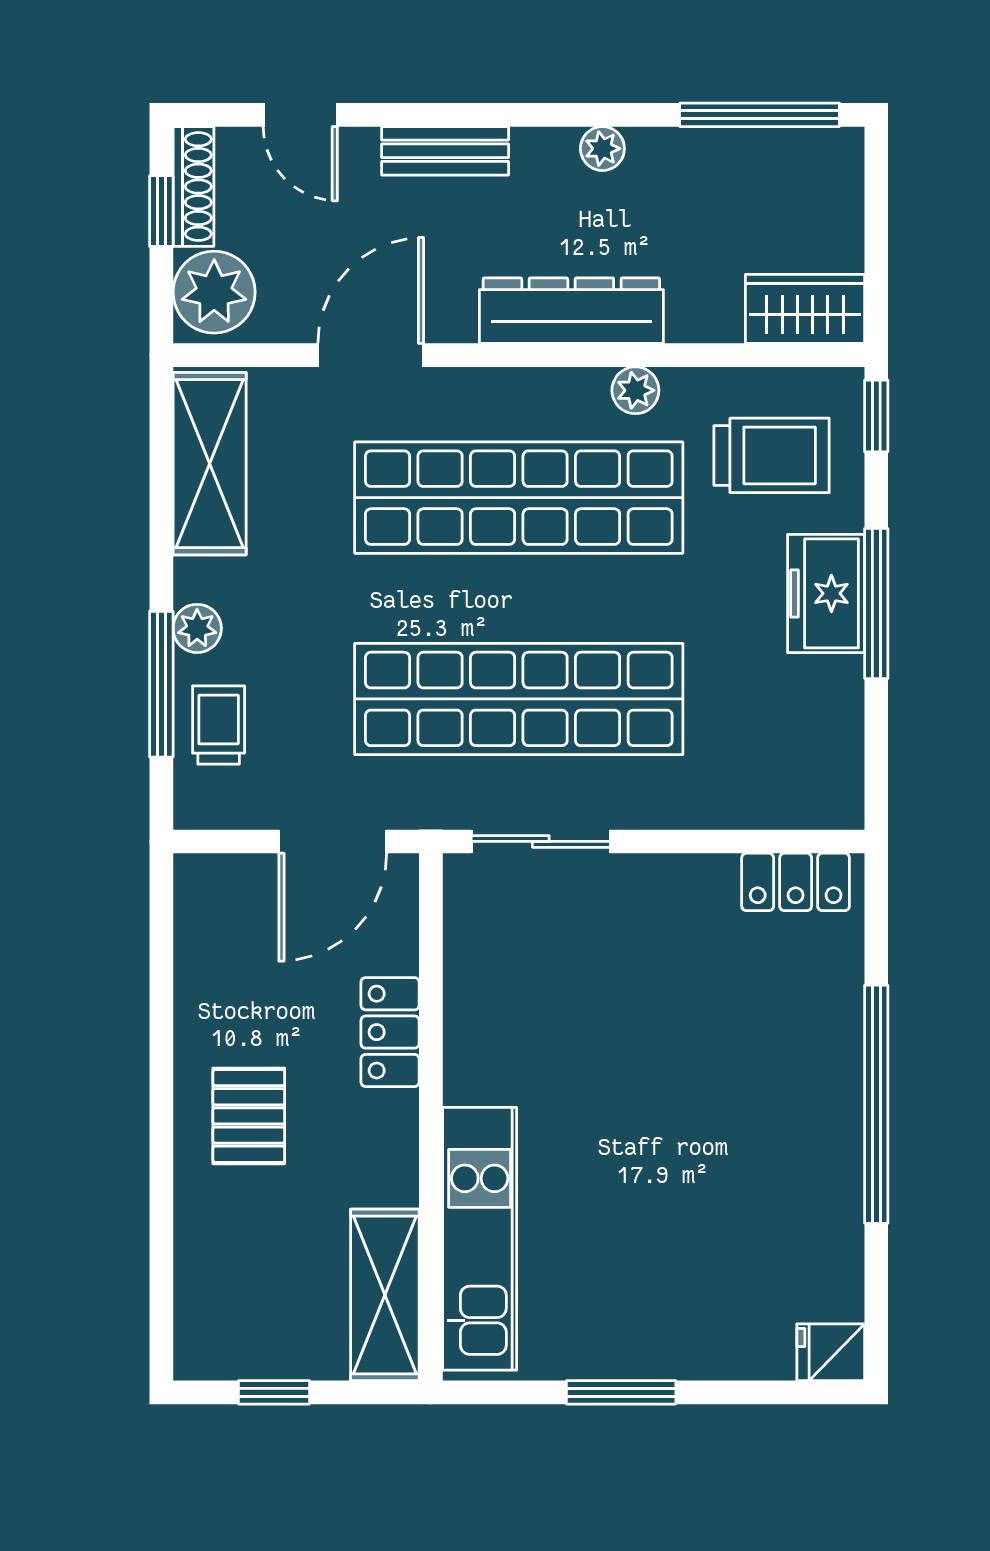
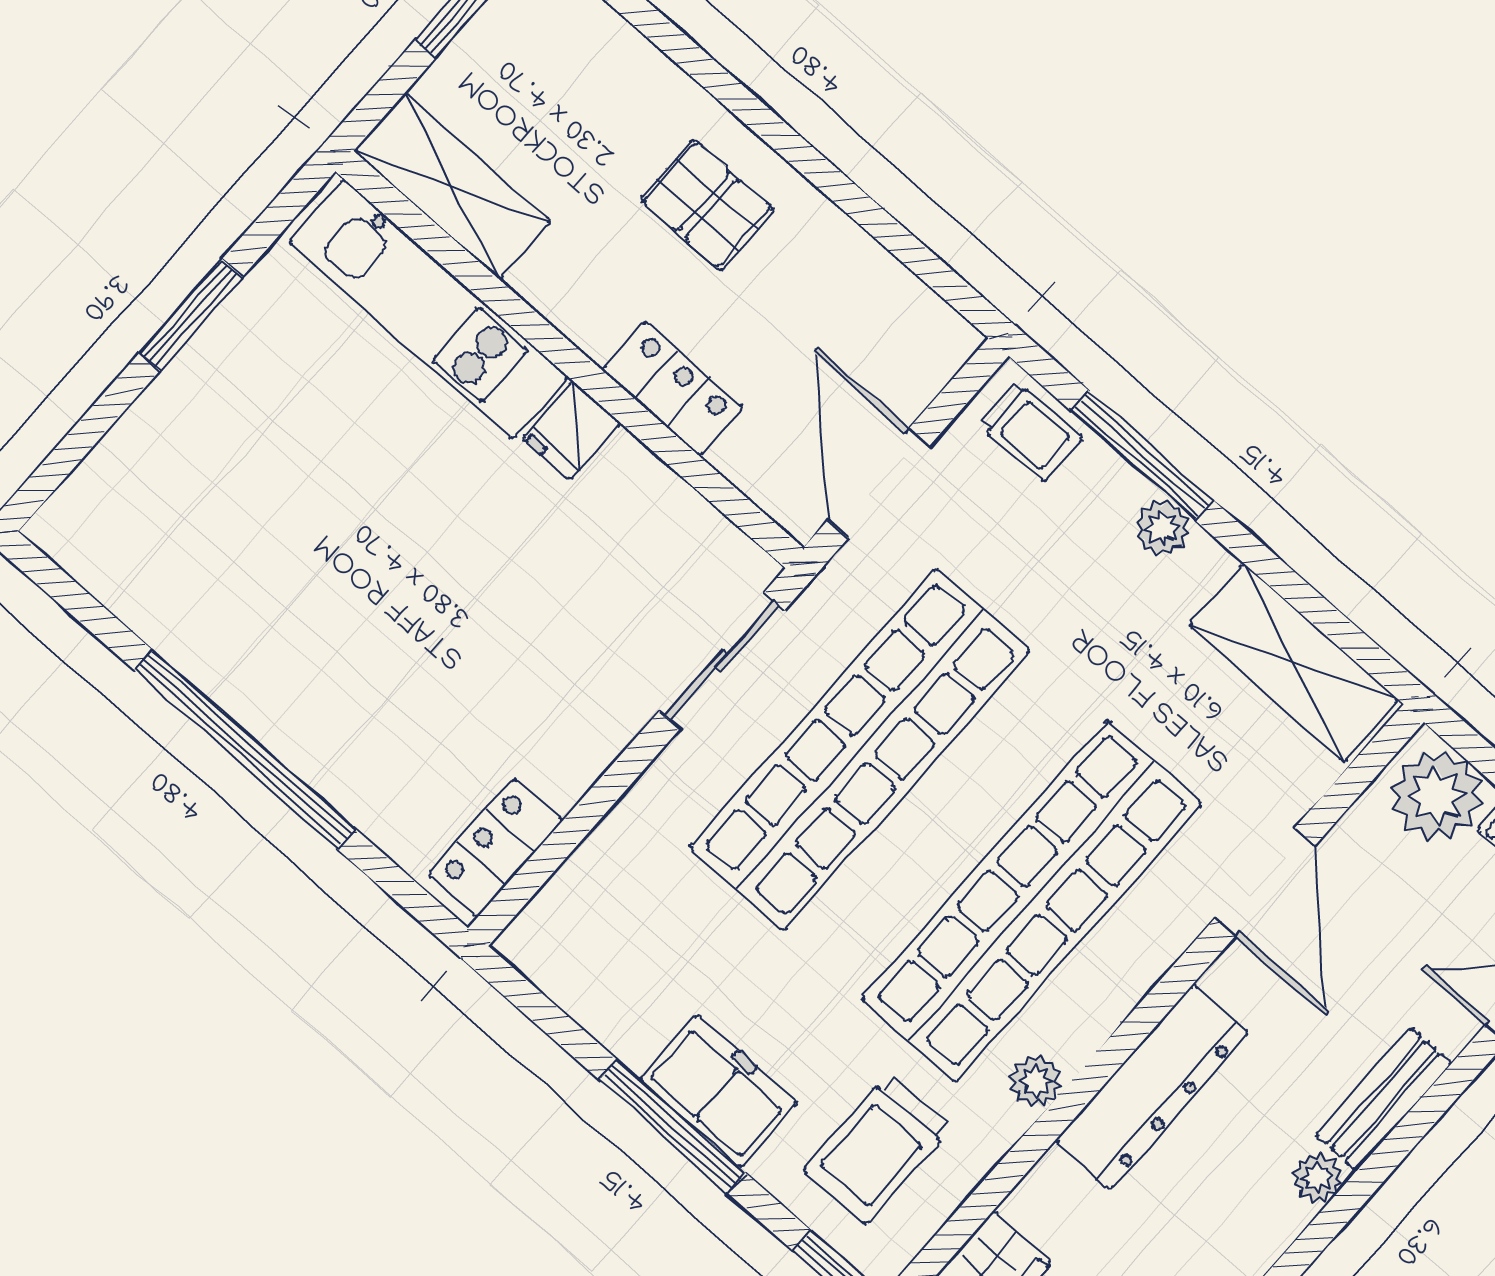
plant: (602, 149) -> (1318, 1178), moved
trolley: (219, 725) -> (1030, 431), moved
fridge: (831, 1352) -> (571, 431), moved, turned 180

